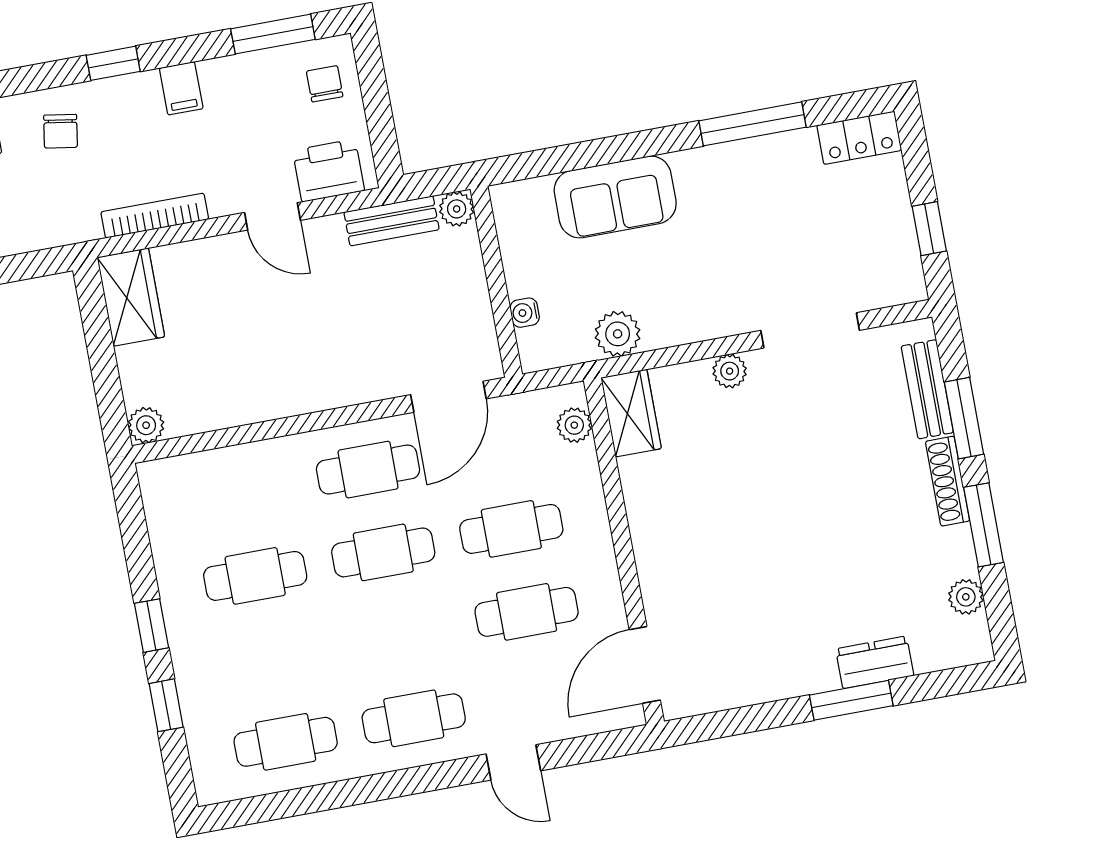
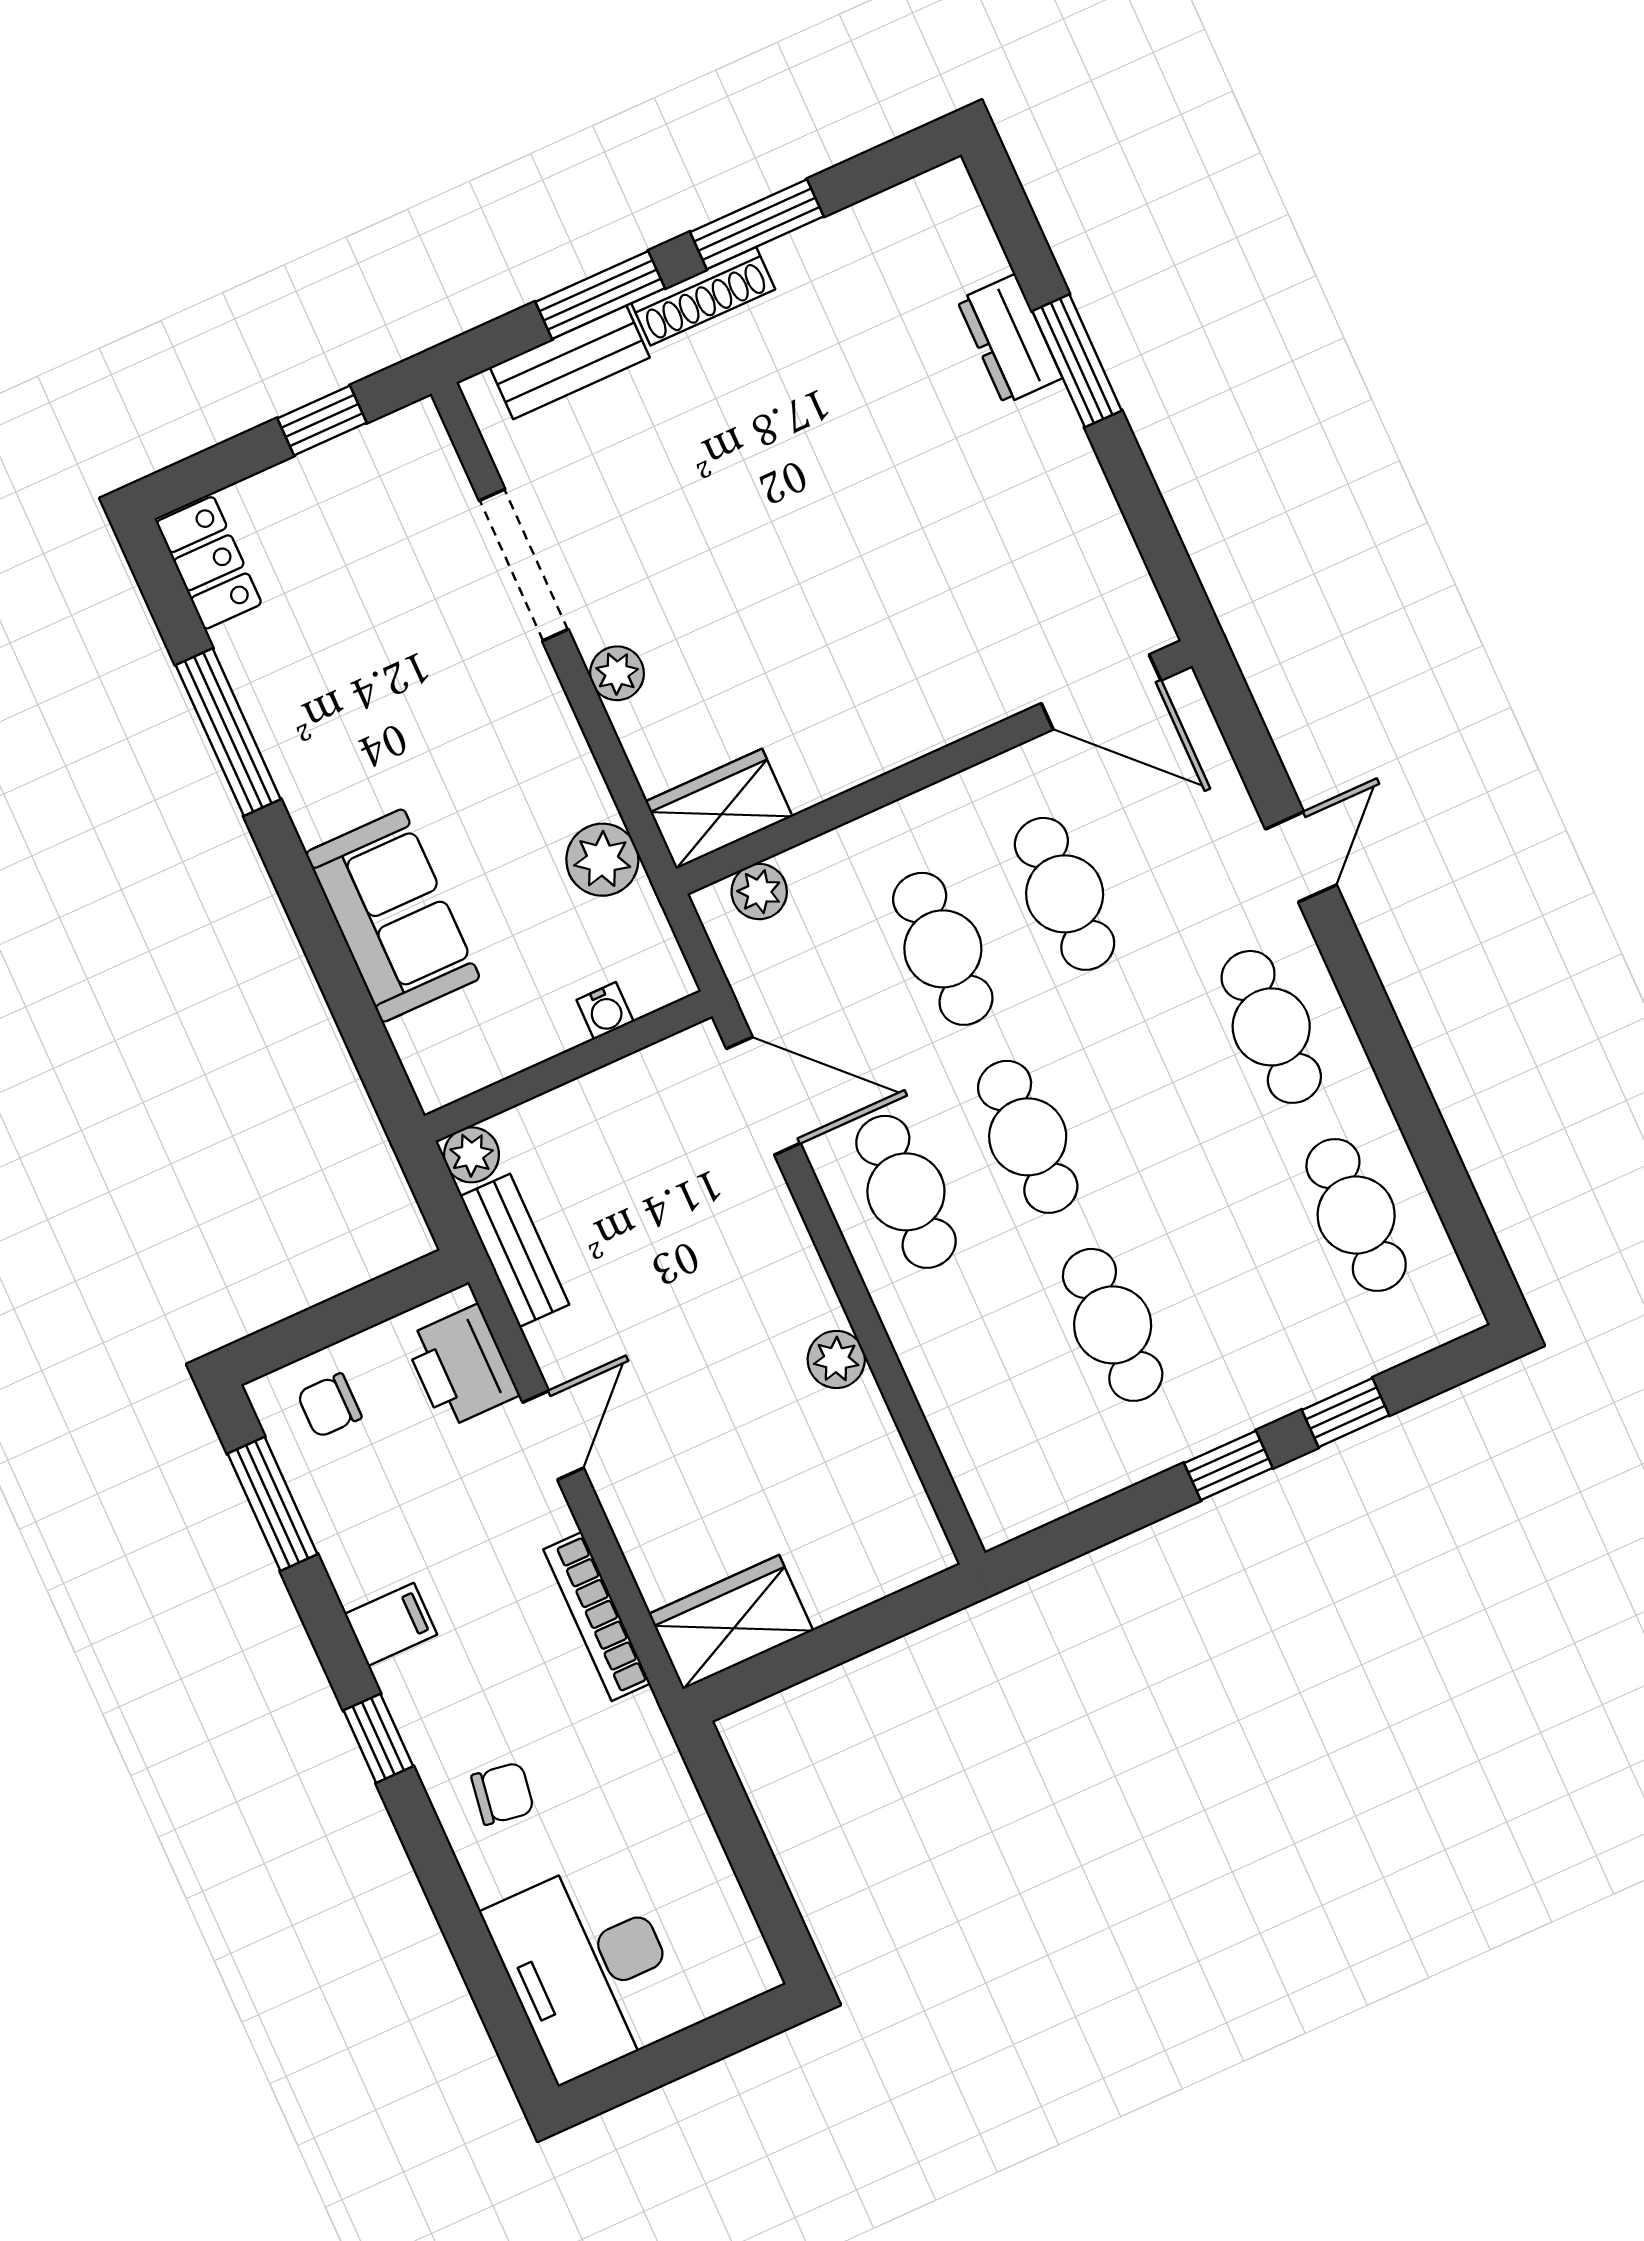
plant: (146, 425) -> (836, 1359), moved
plant: (966, 597) -> (874, 224), removed

